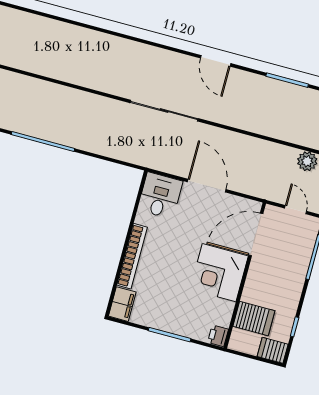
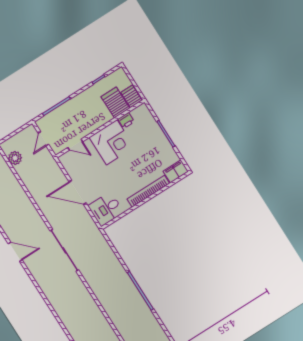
door: (216, 61) -> (15, 252), hinge flipped
door: (207, 186) -> (78, 192), hinge flipped
door: (256, 234) -> (75, 145), width x0.53
printer: (218, 336) -> (126, 120), moved
server rack: (273, 350) -> (131, 96), moved, turned 180

